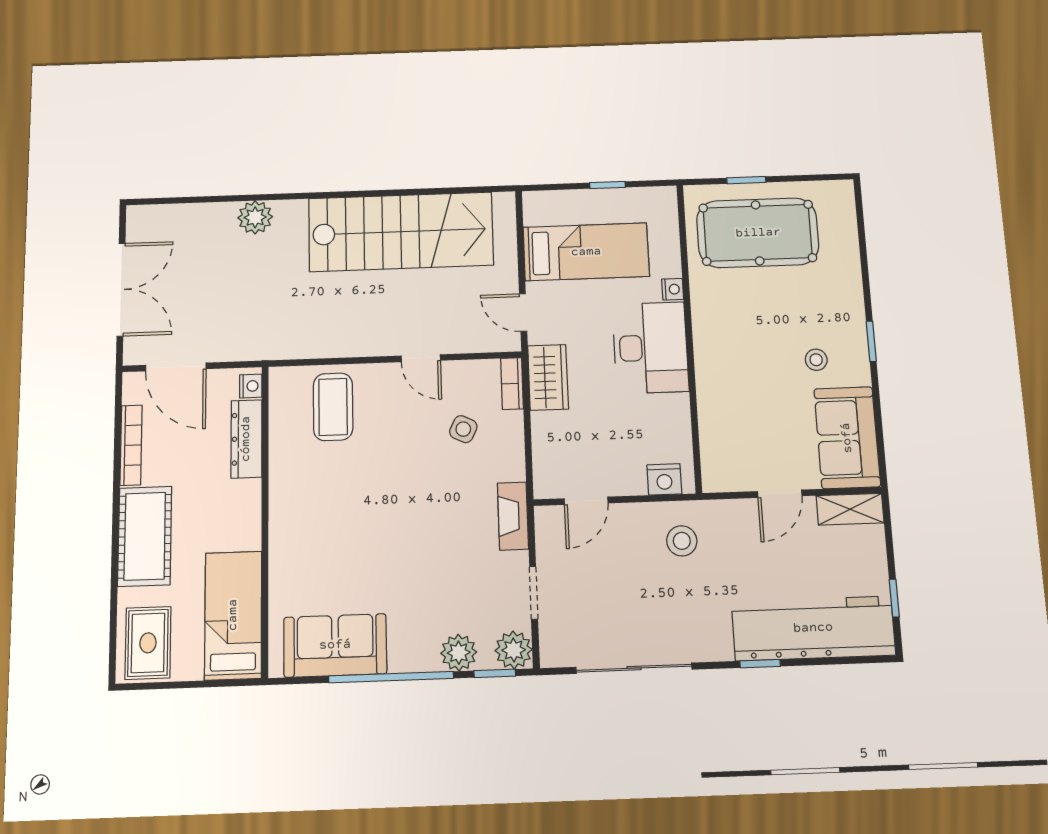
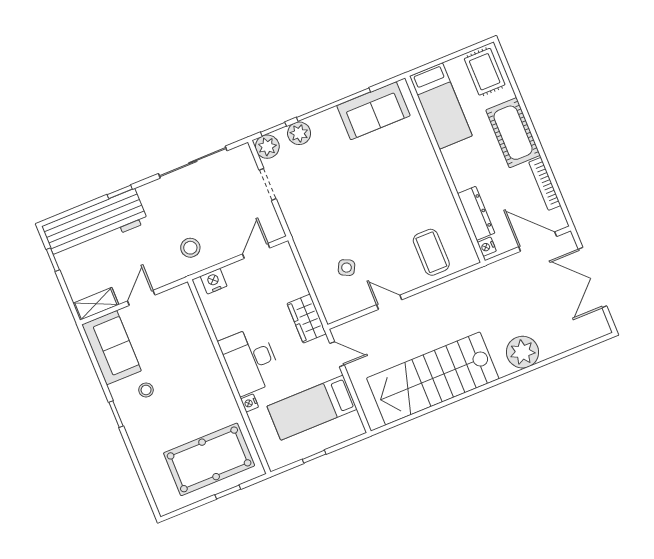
plant: (255, 217) -> (522, 352), width x1.36, depth x1.36
bookcase: (512, 384) -> (327, 307), removed
fireplace: (513, 516) -> (297, 226), removed

